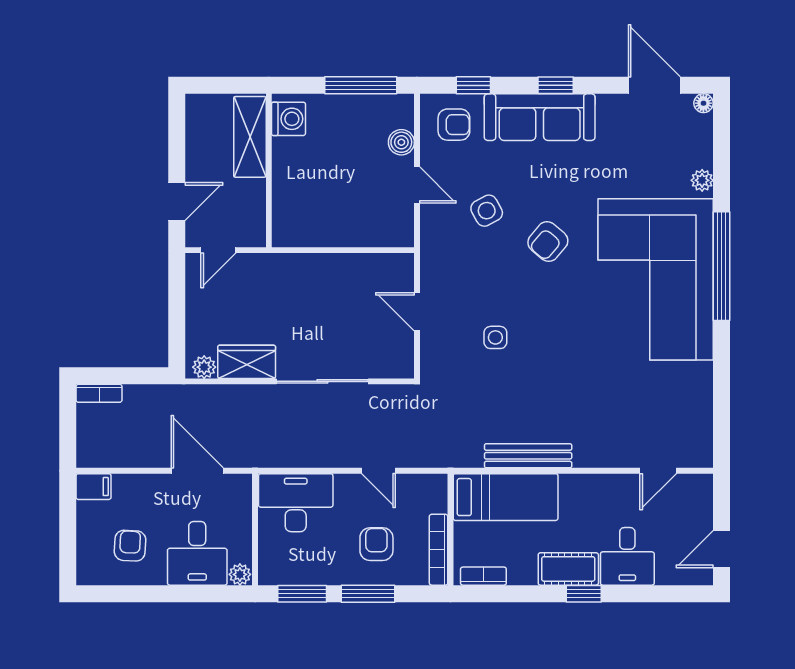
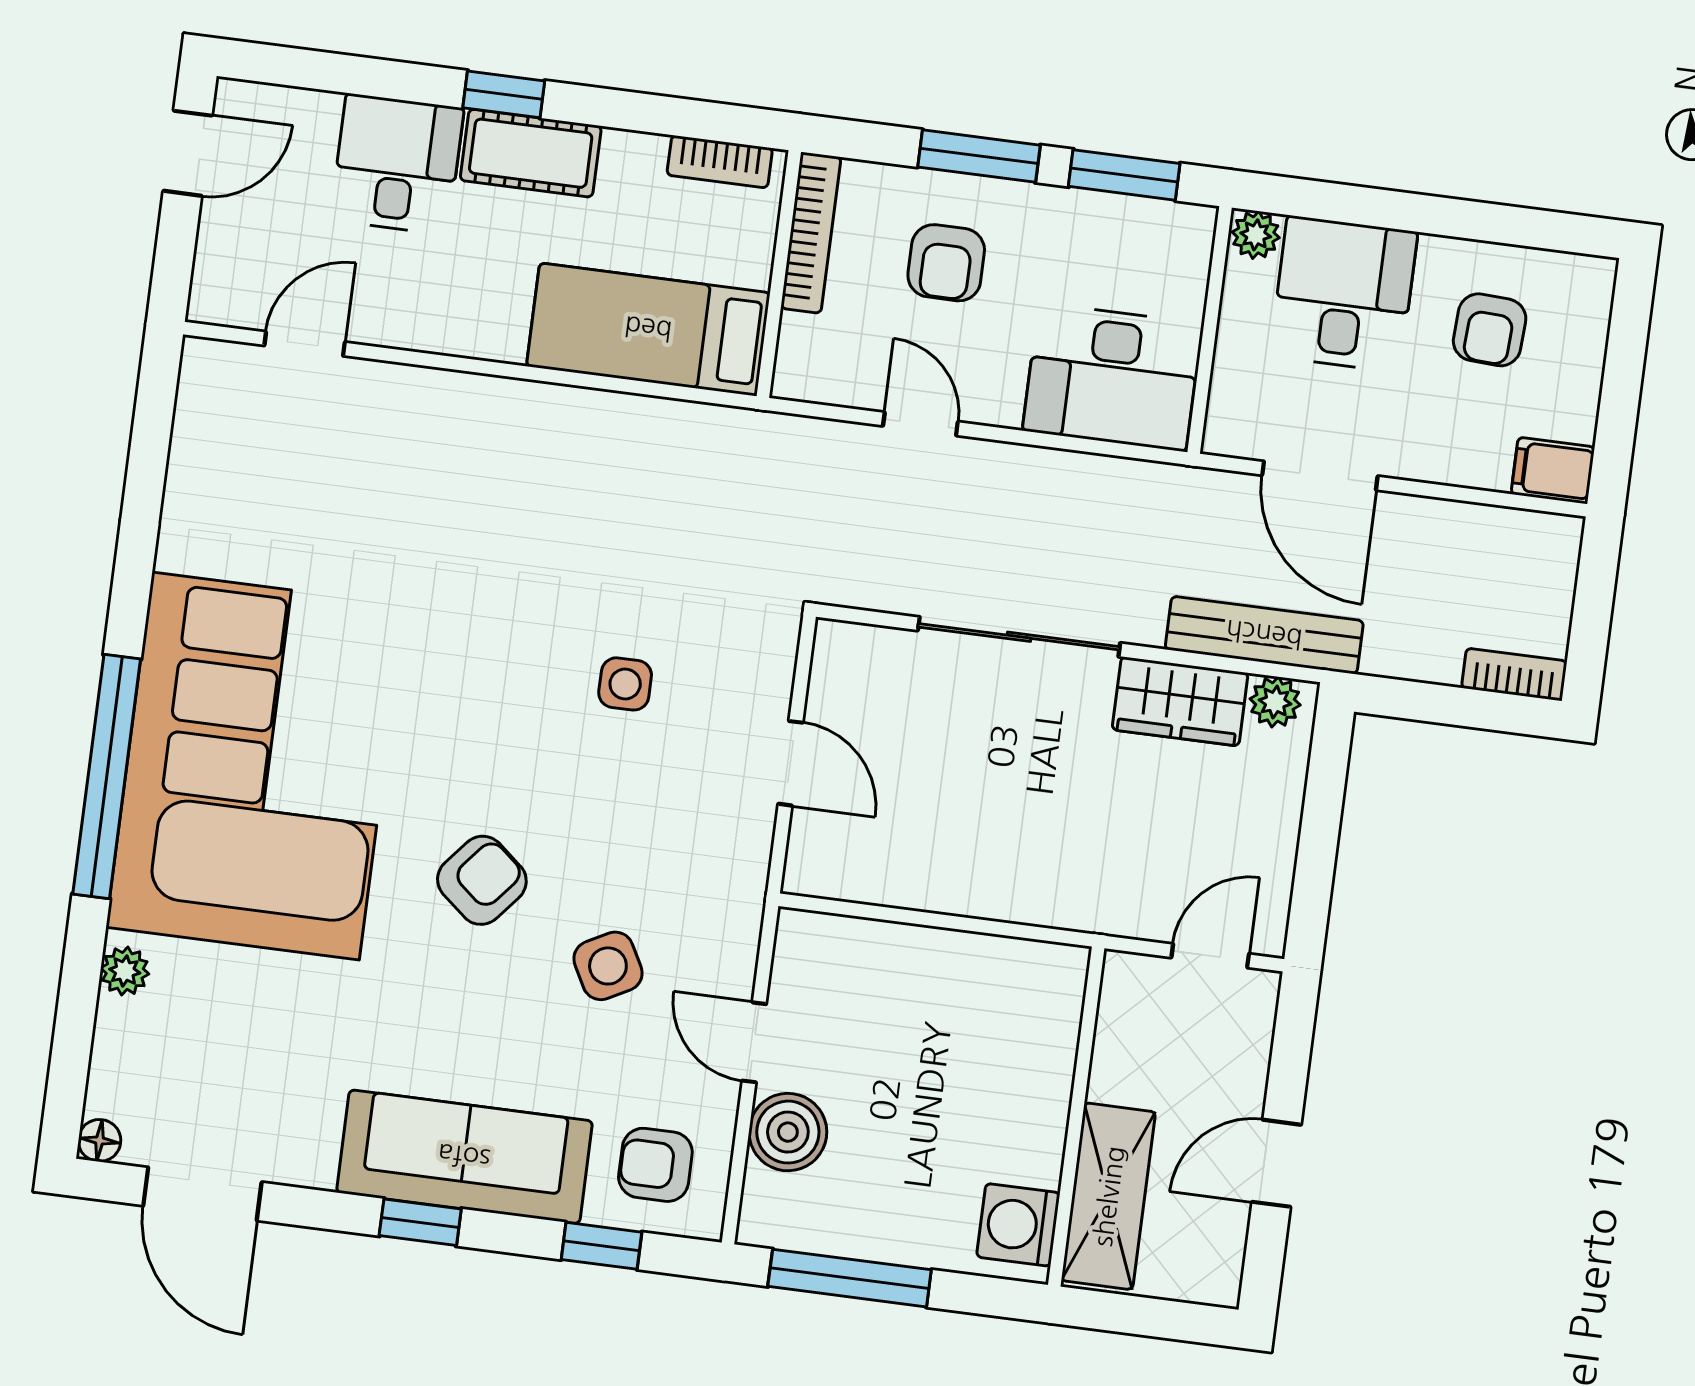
boiler: (401, 142) -> (788, 1132), width x1.36, depth x1.36
door: (177, 201) -> (1277, 1163), moved
bench: (528, 456) -> (1264, 635), moved

